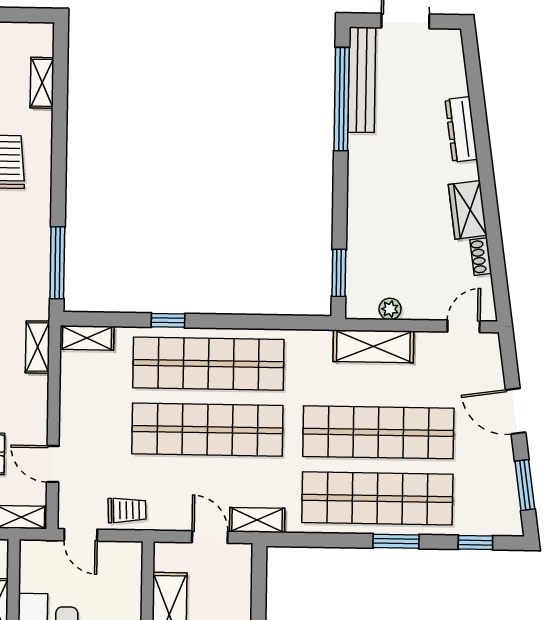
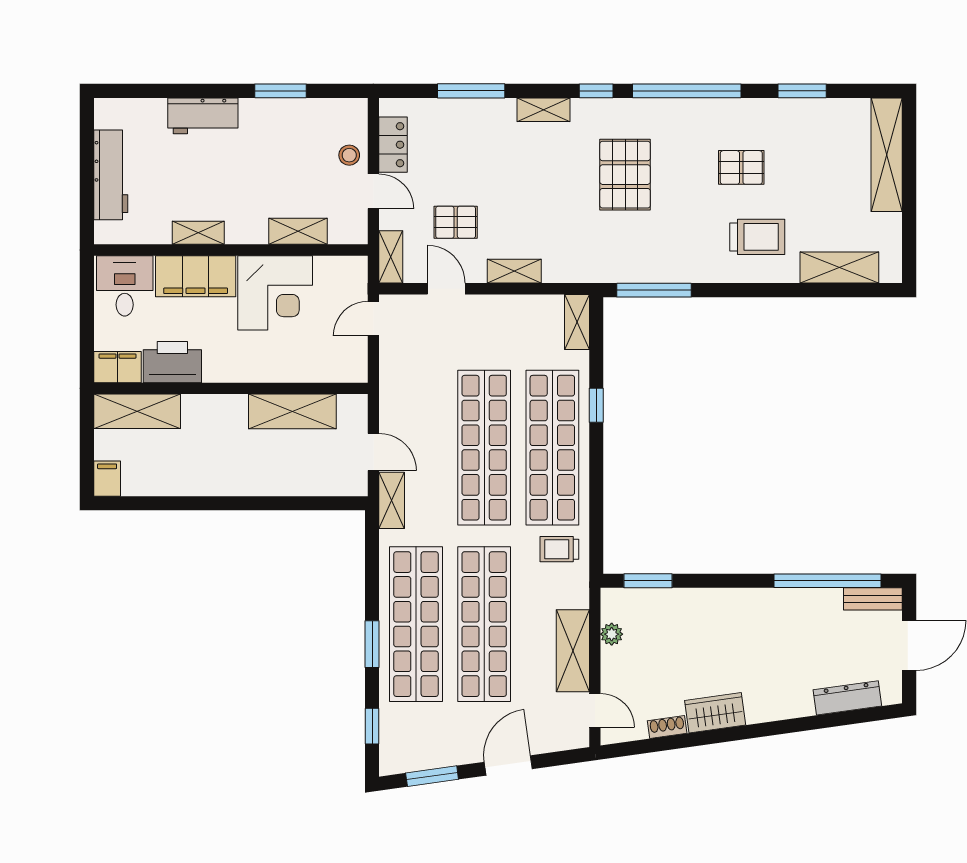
bench: (362, 80) -> (873, 599), width x0.54, depth x0.82
shelving: (42, 83) -> (839, 268), width x1.50, depth x1.33
dresser: (461, 129) -> (847, 698), moved
shelving: (373, 346) -> (573, 651), moved
shelving: (38, 347) -> (514, 271), moved
door: (53, 464) -> (446, 289), hinge flipped
trolley: (127, 510) -> (559, 549), moved, turned 92
door: (210, 537) -> (373, 452), hinge flipped

